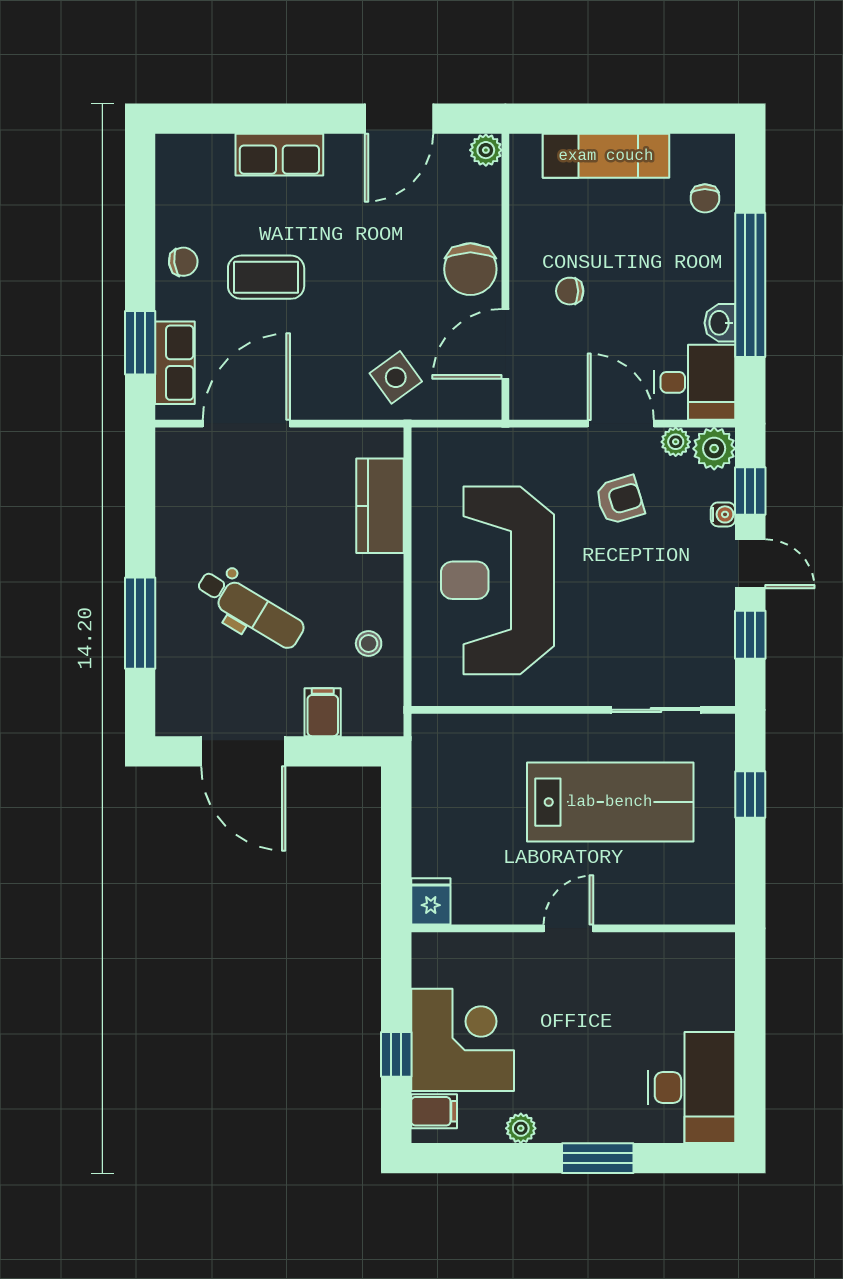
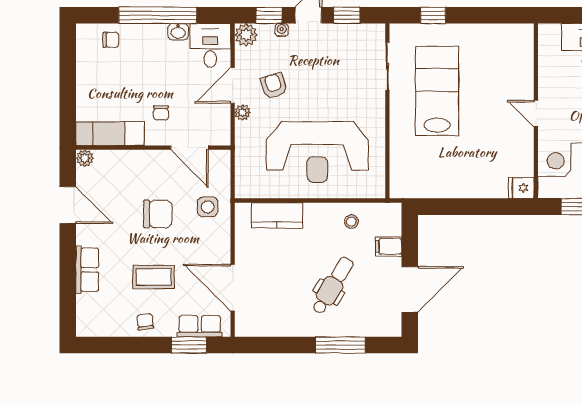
exam couch: (606, 156) -> (110, 134), moved, turned -90
chair: (470, 269) -> (158, 214), moved
coffee table: (266, 277) -> (153, 277), turned 90
side table: (396, 377) -> (208, 207), turned 36
plant: (676, 442) -> (242, 113), moved
fridge: (431, 901) -> (521, 188), moved
door: (568, 928) -> (536, 114), moved
wall: (573, 928) -> (536, 111), moved

